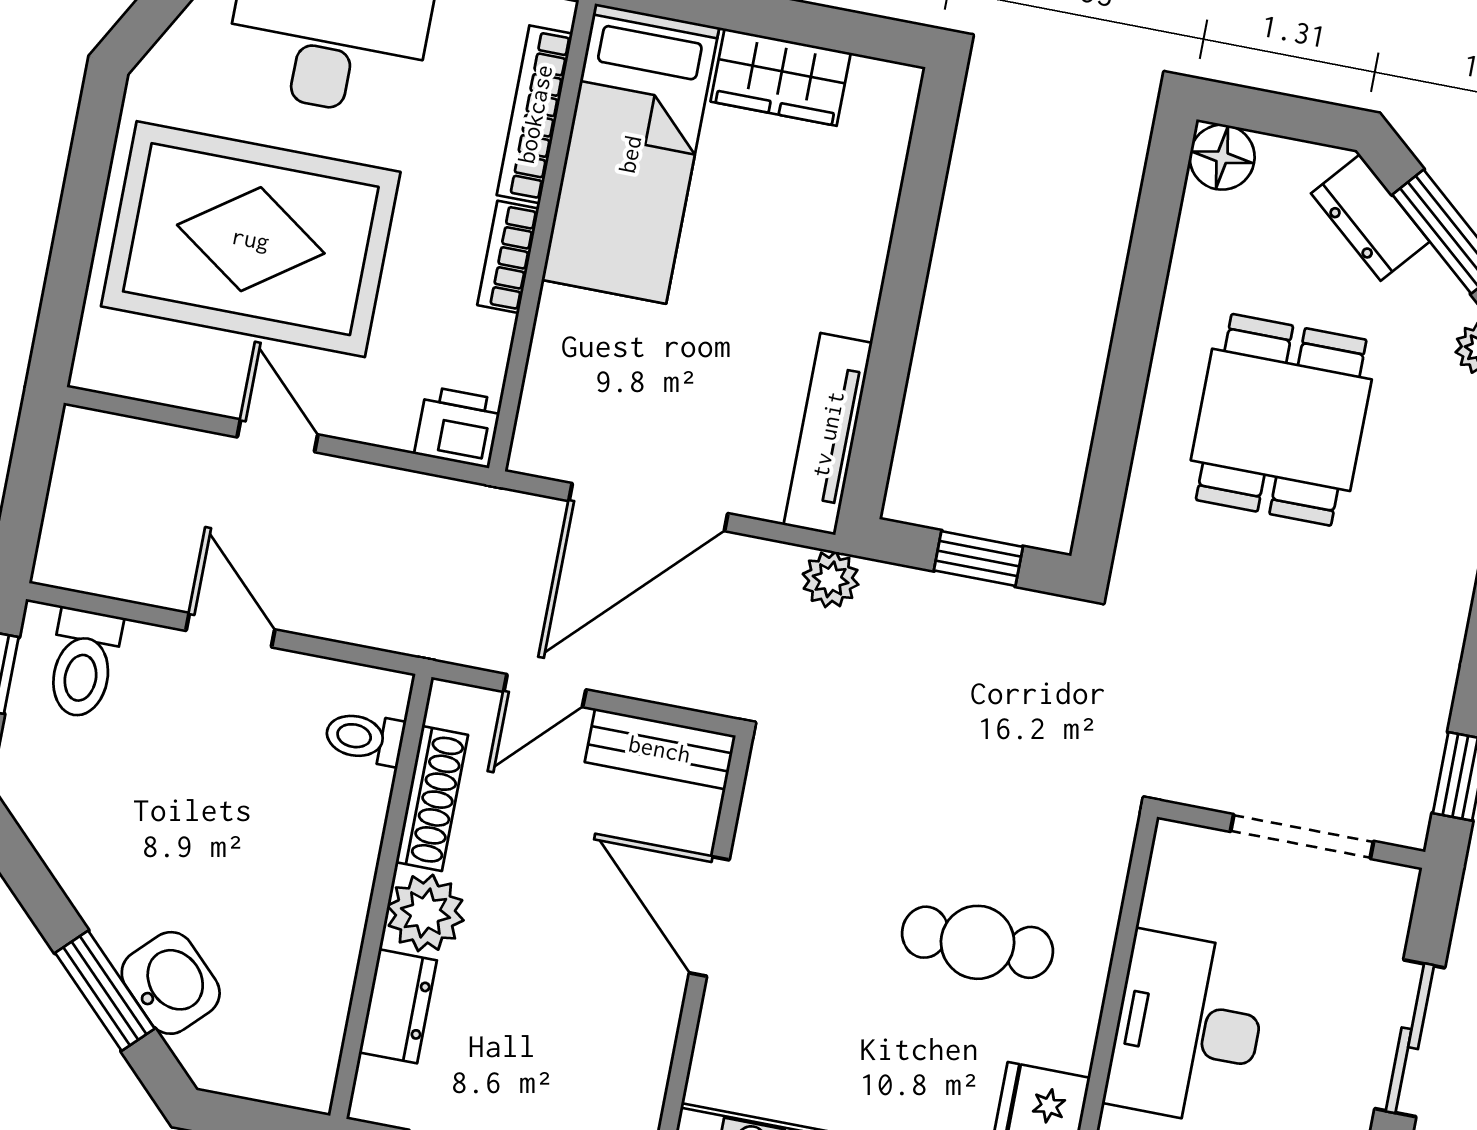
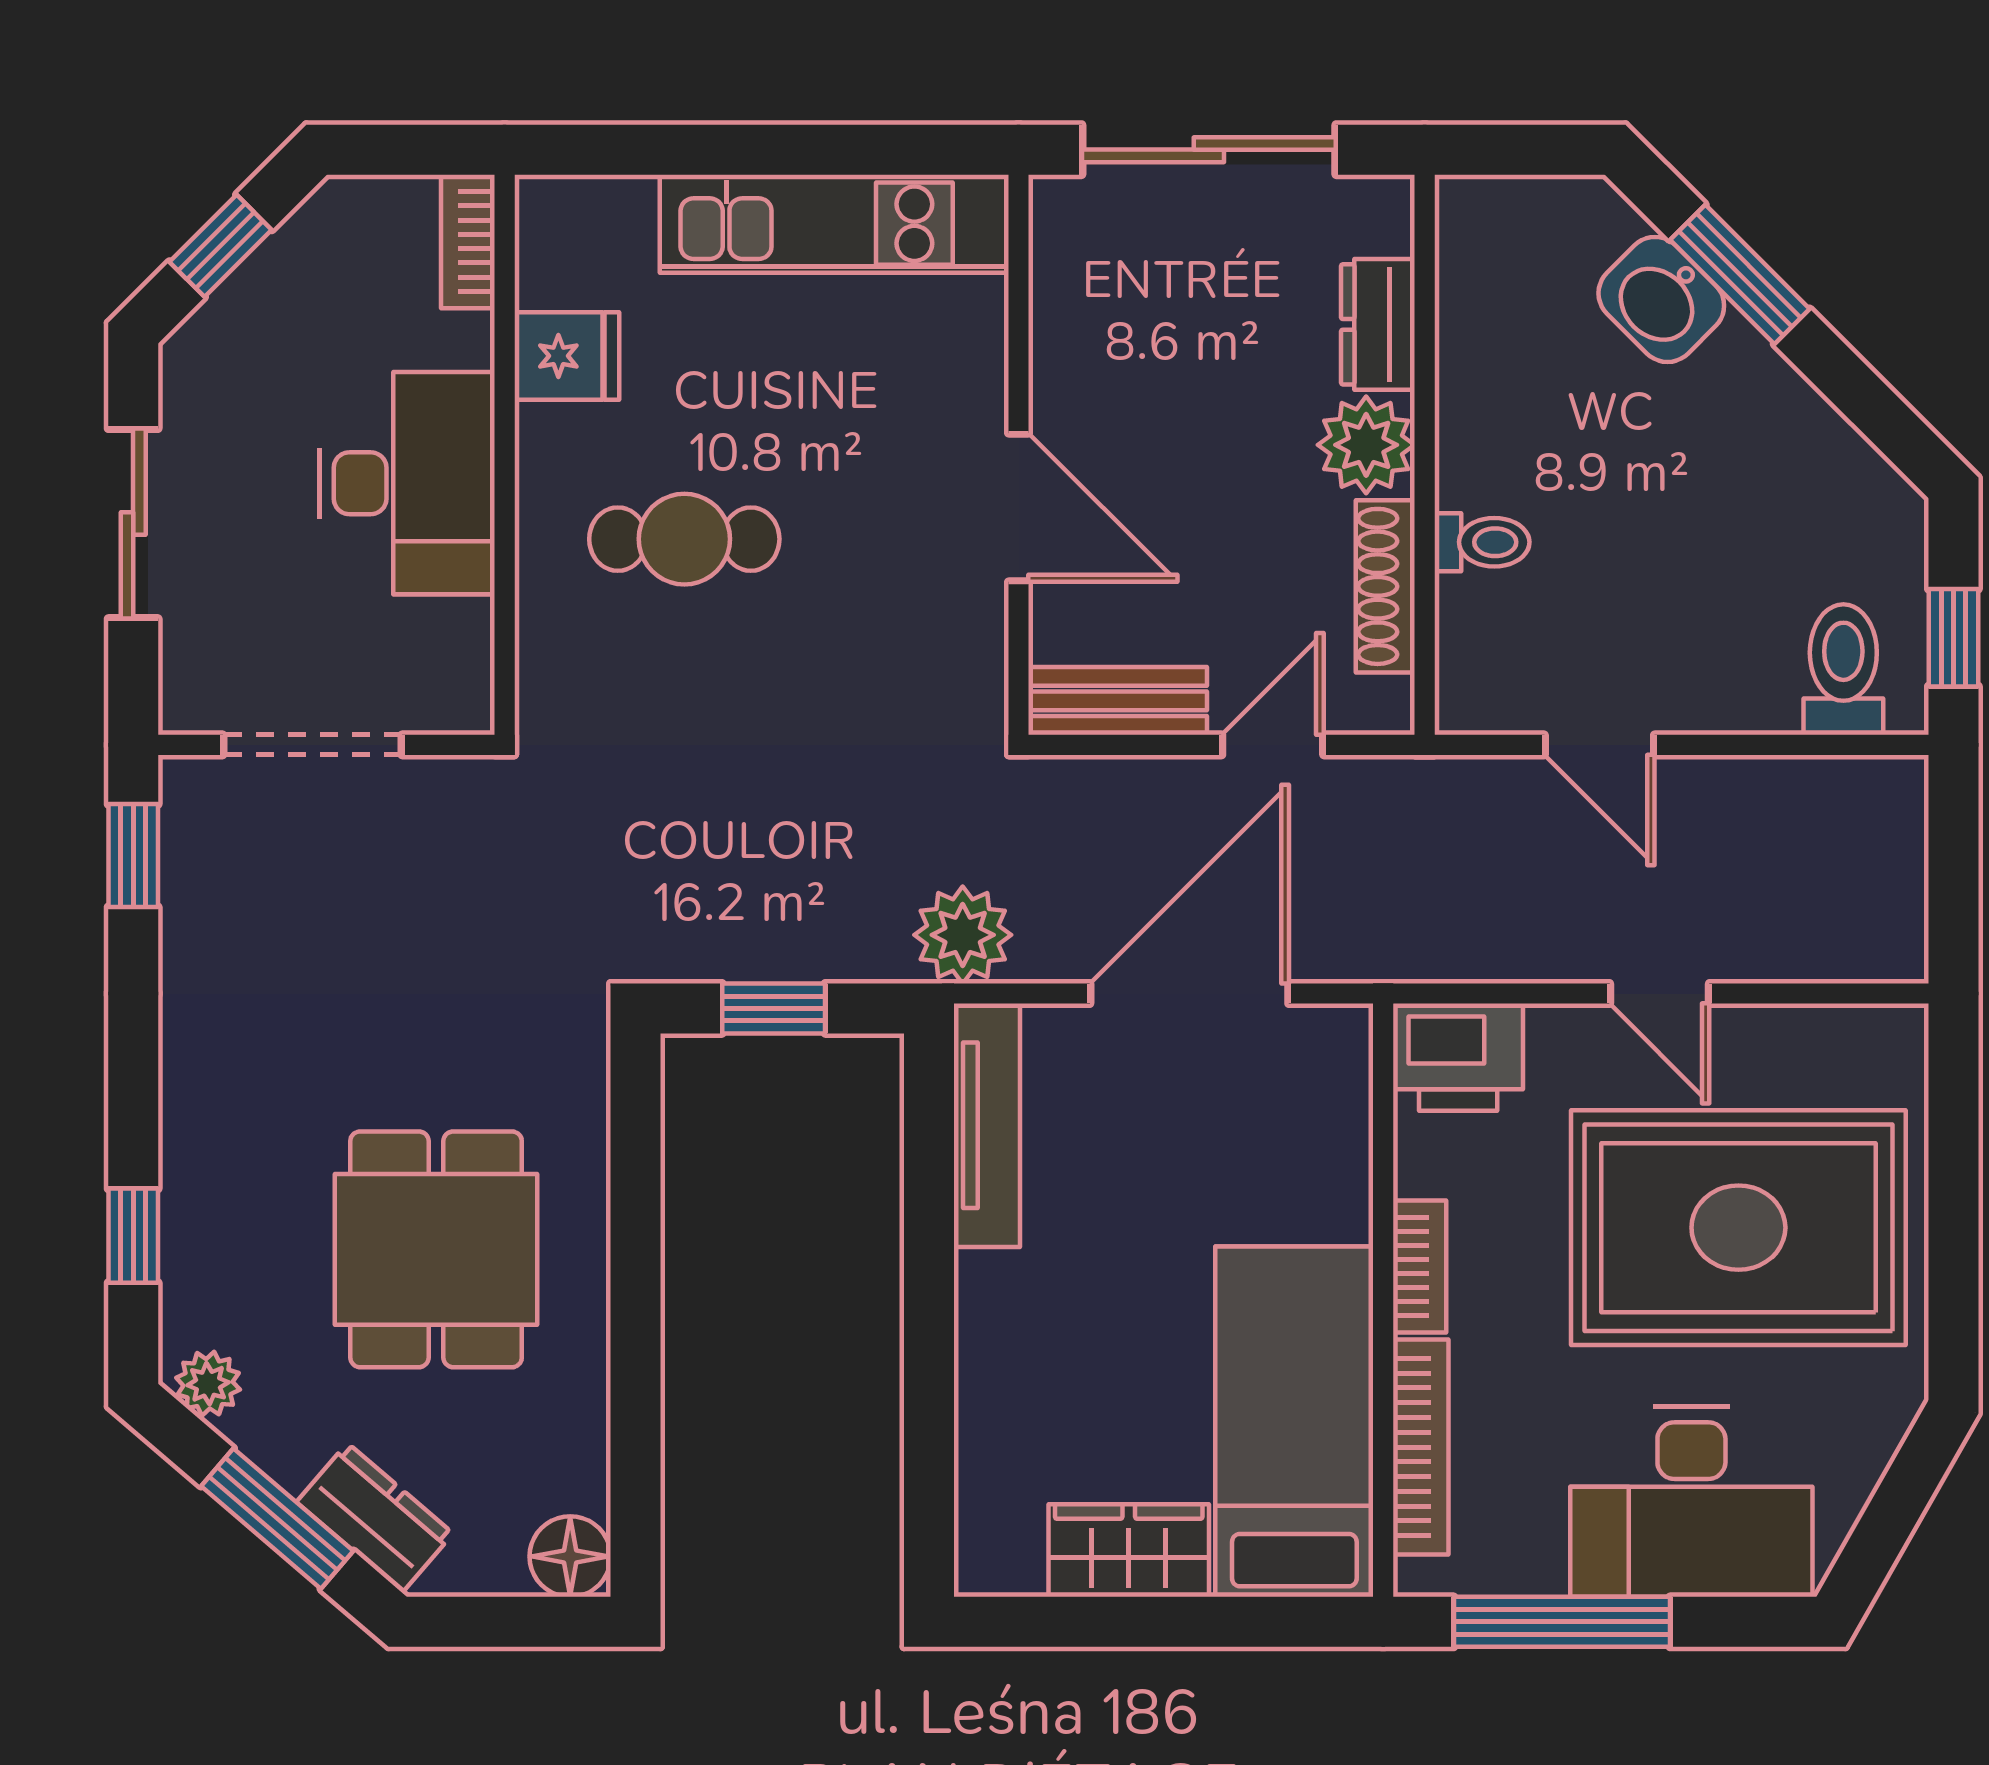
printer: (458, 427) -> (1458, 1057), width x1.36, depth x1.24
plant: (831, 579) -> (963, 935), width x1.38, depth x1.38
door: (230, 630) -> (1599, 745), moved
toilet: (365, 738) -> (1482, 542), moved

